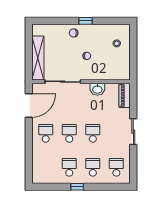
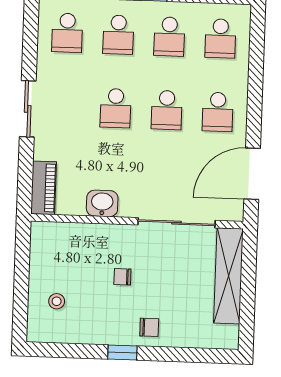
school desk: (46, 167) -> (220, 38), added

